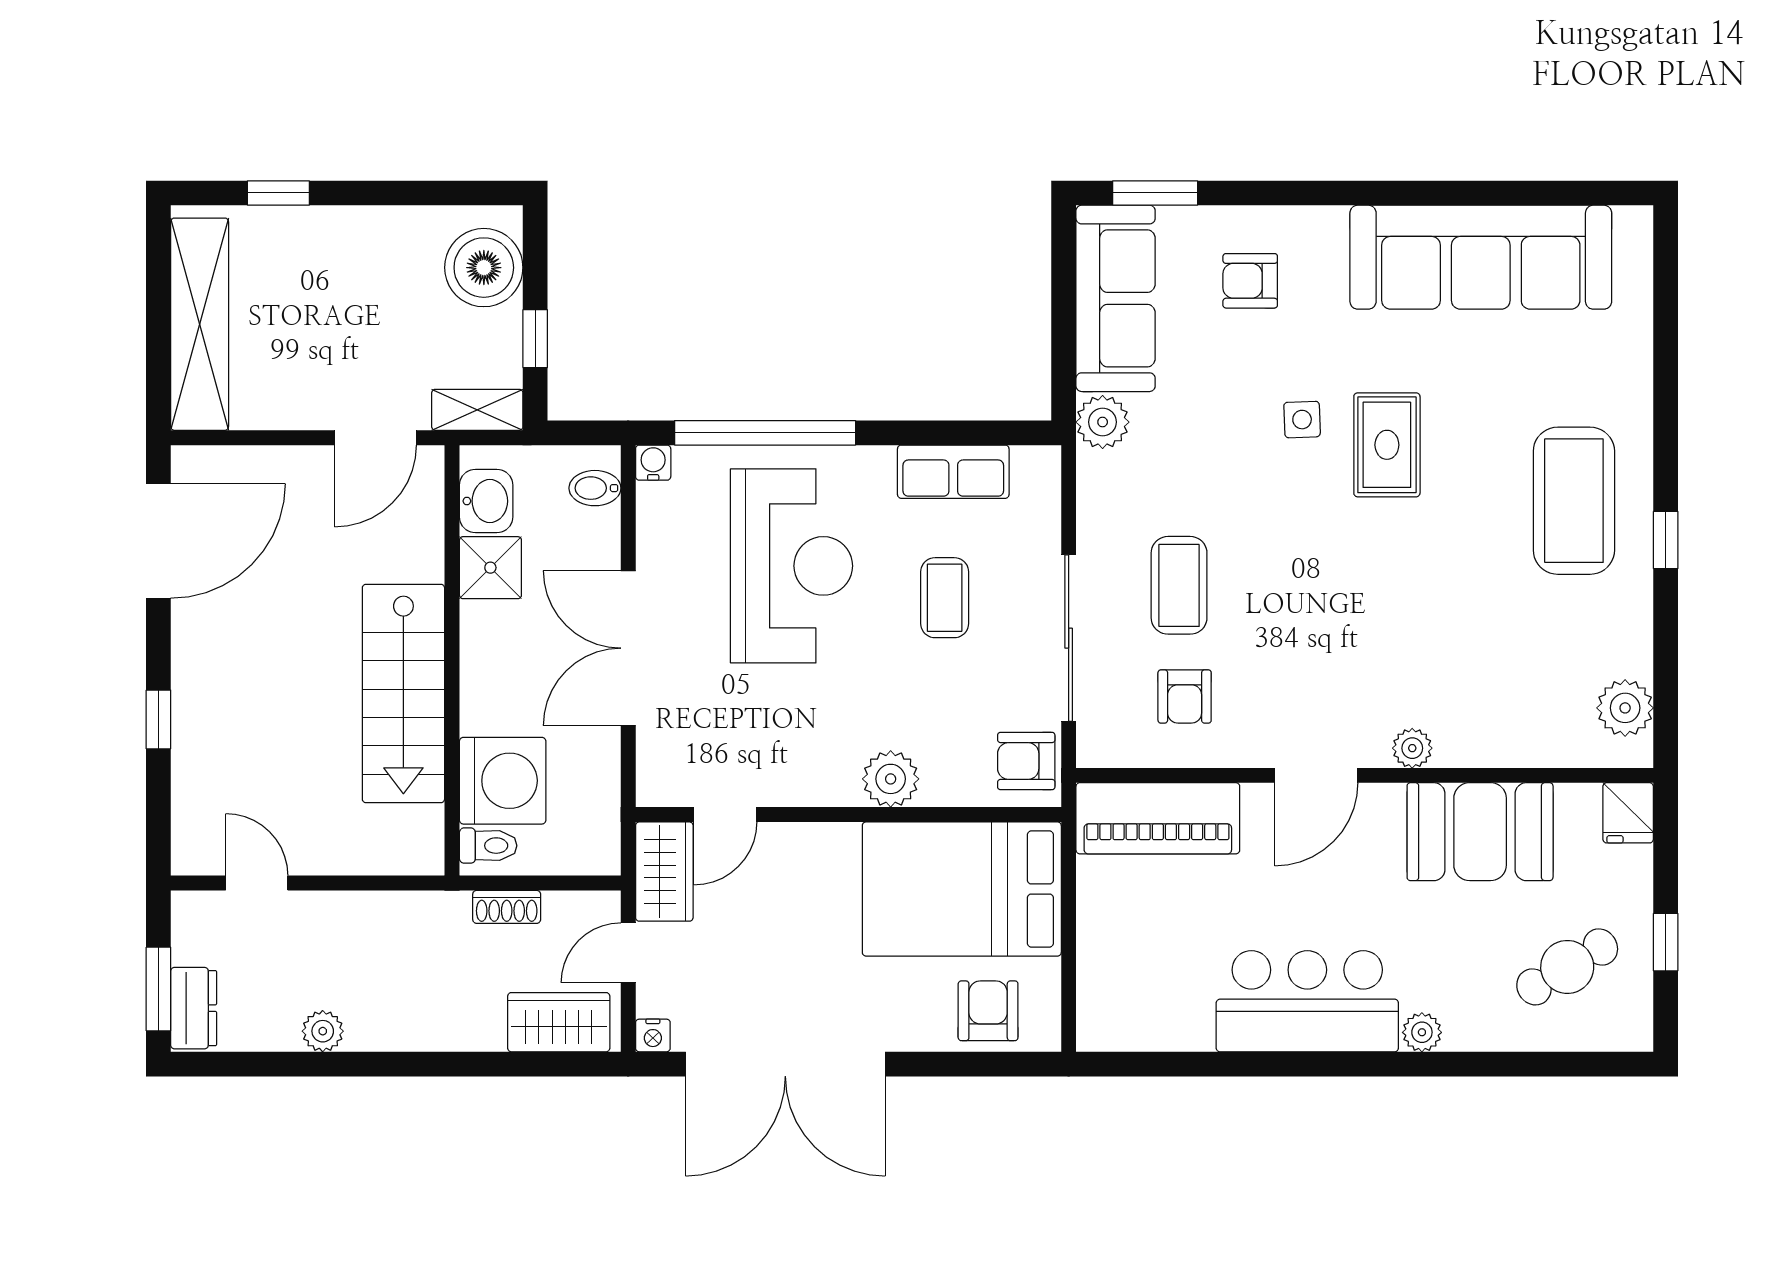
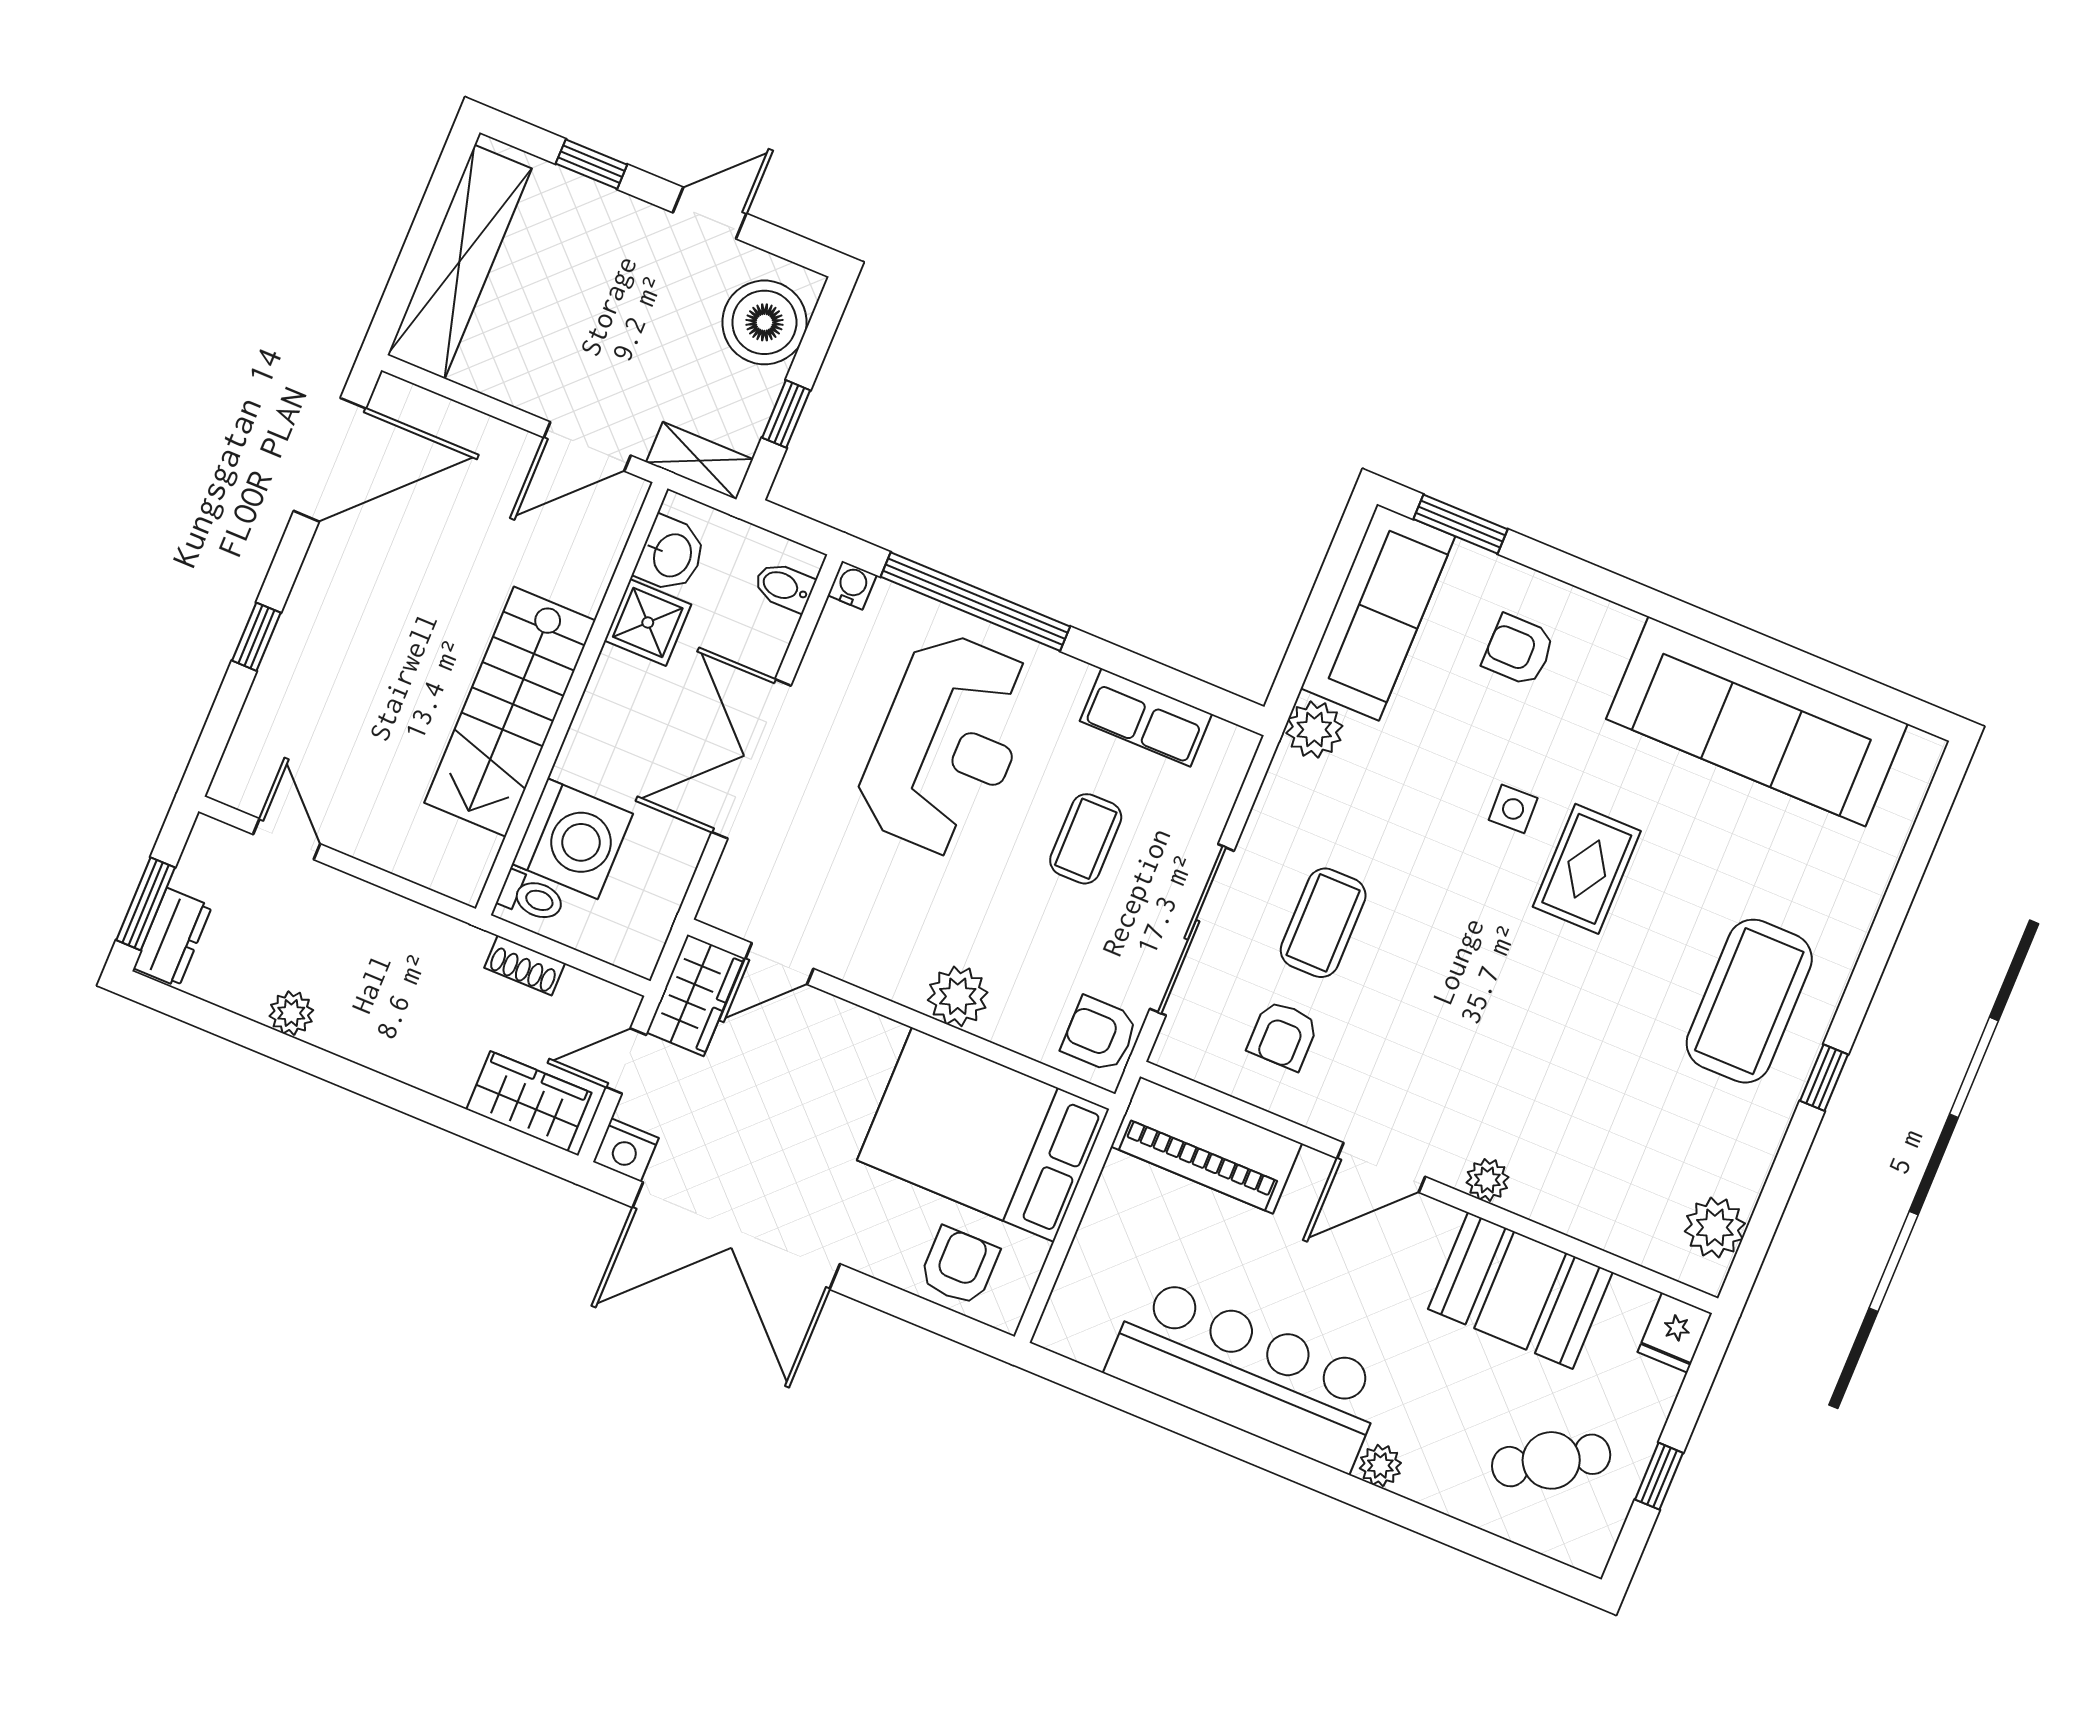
door: (398, 193) -> (710, 213), added
bar counter: (1307, 1001) -> (1247, 1374), width x1.36
nightstand: (653, 1035) -> (626, 1150), width x1.39, depth x1.35

